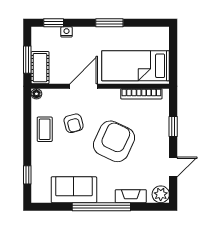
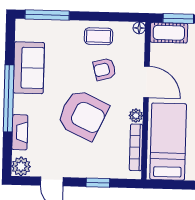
plant: (113, 95) -> (136, 116), added
window: (27, 175) -> (47, 15), width x2.17

